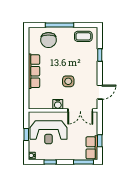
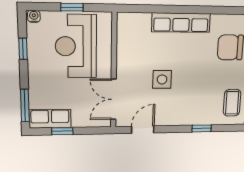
door: (100, 92) -> (143, 130), swing flipped
water cooler: (58, 104) -> (124, 62), removed

